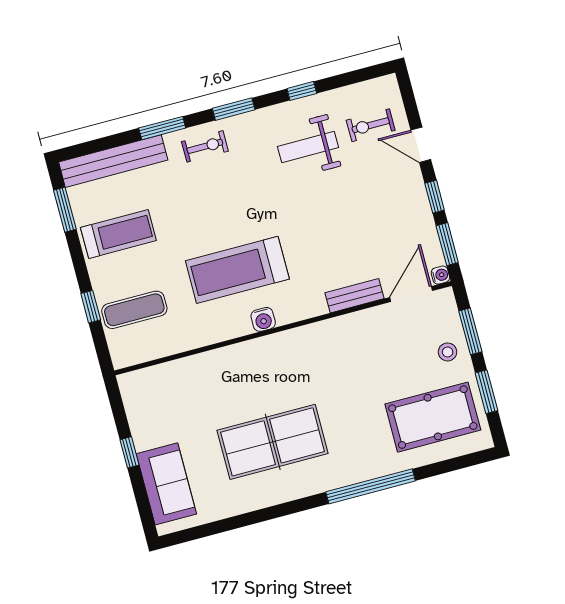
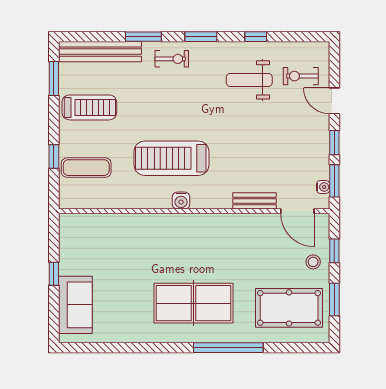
water cooler: (440, 275) -> (323, 187), moved
door: (411, 294) -> (297, 211), swing flipped
window: (470, 331) -> (334, 251), width x0.67
table tennis table: (273, 442) -> (194, 303), moved

